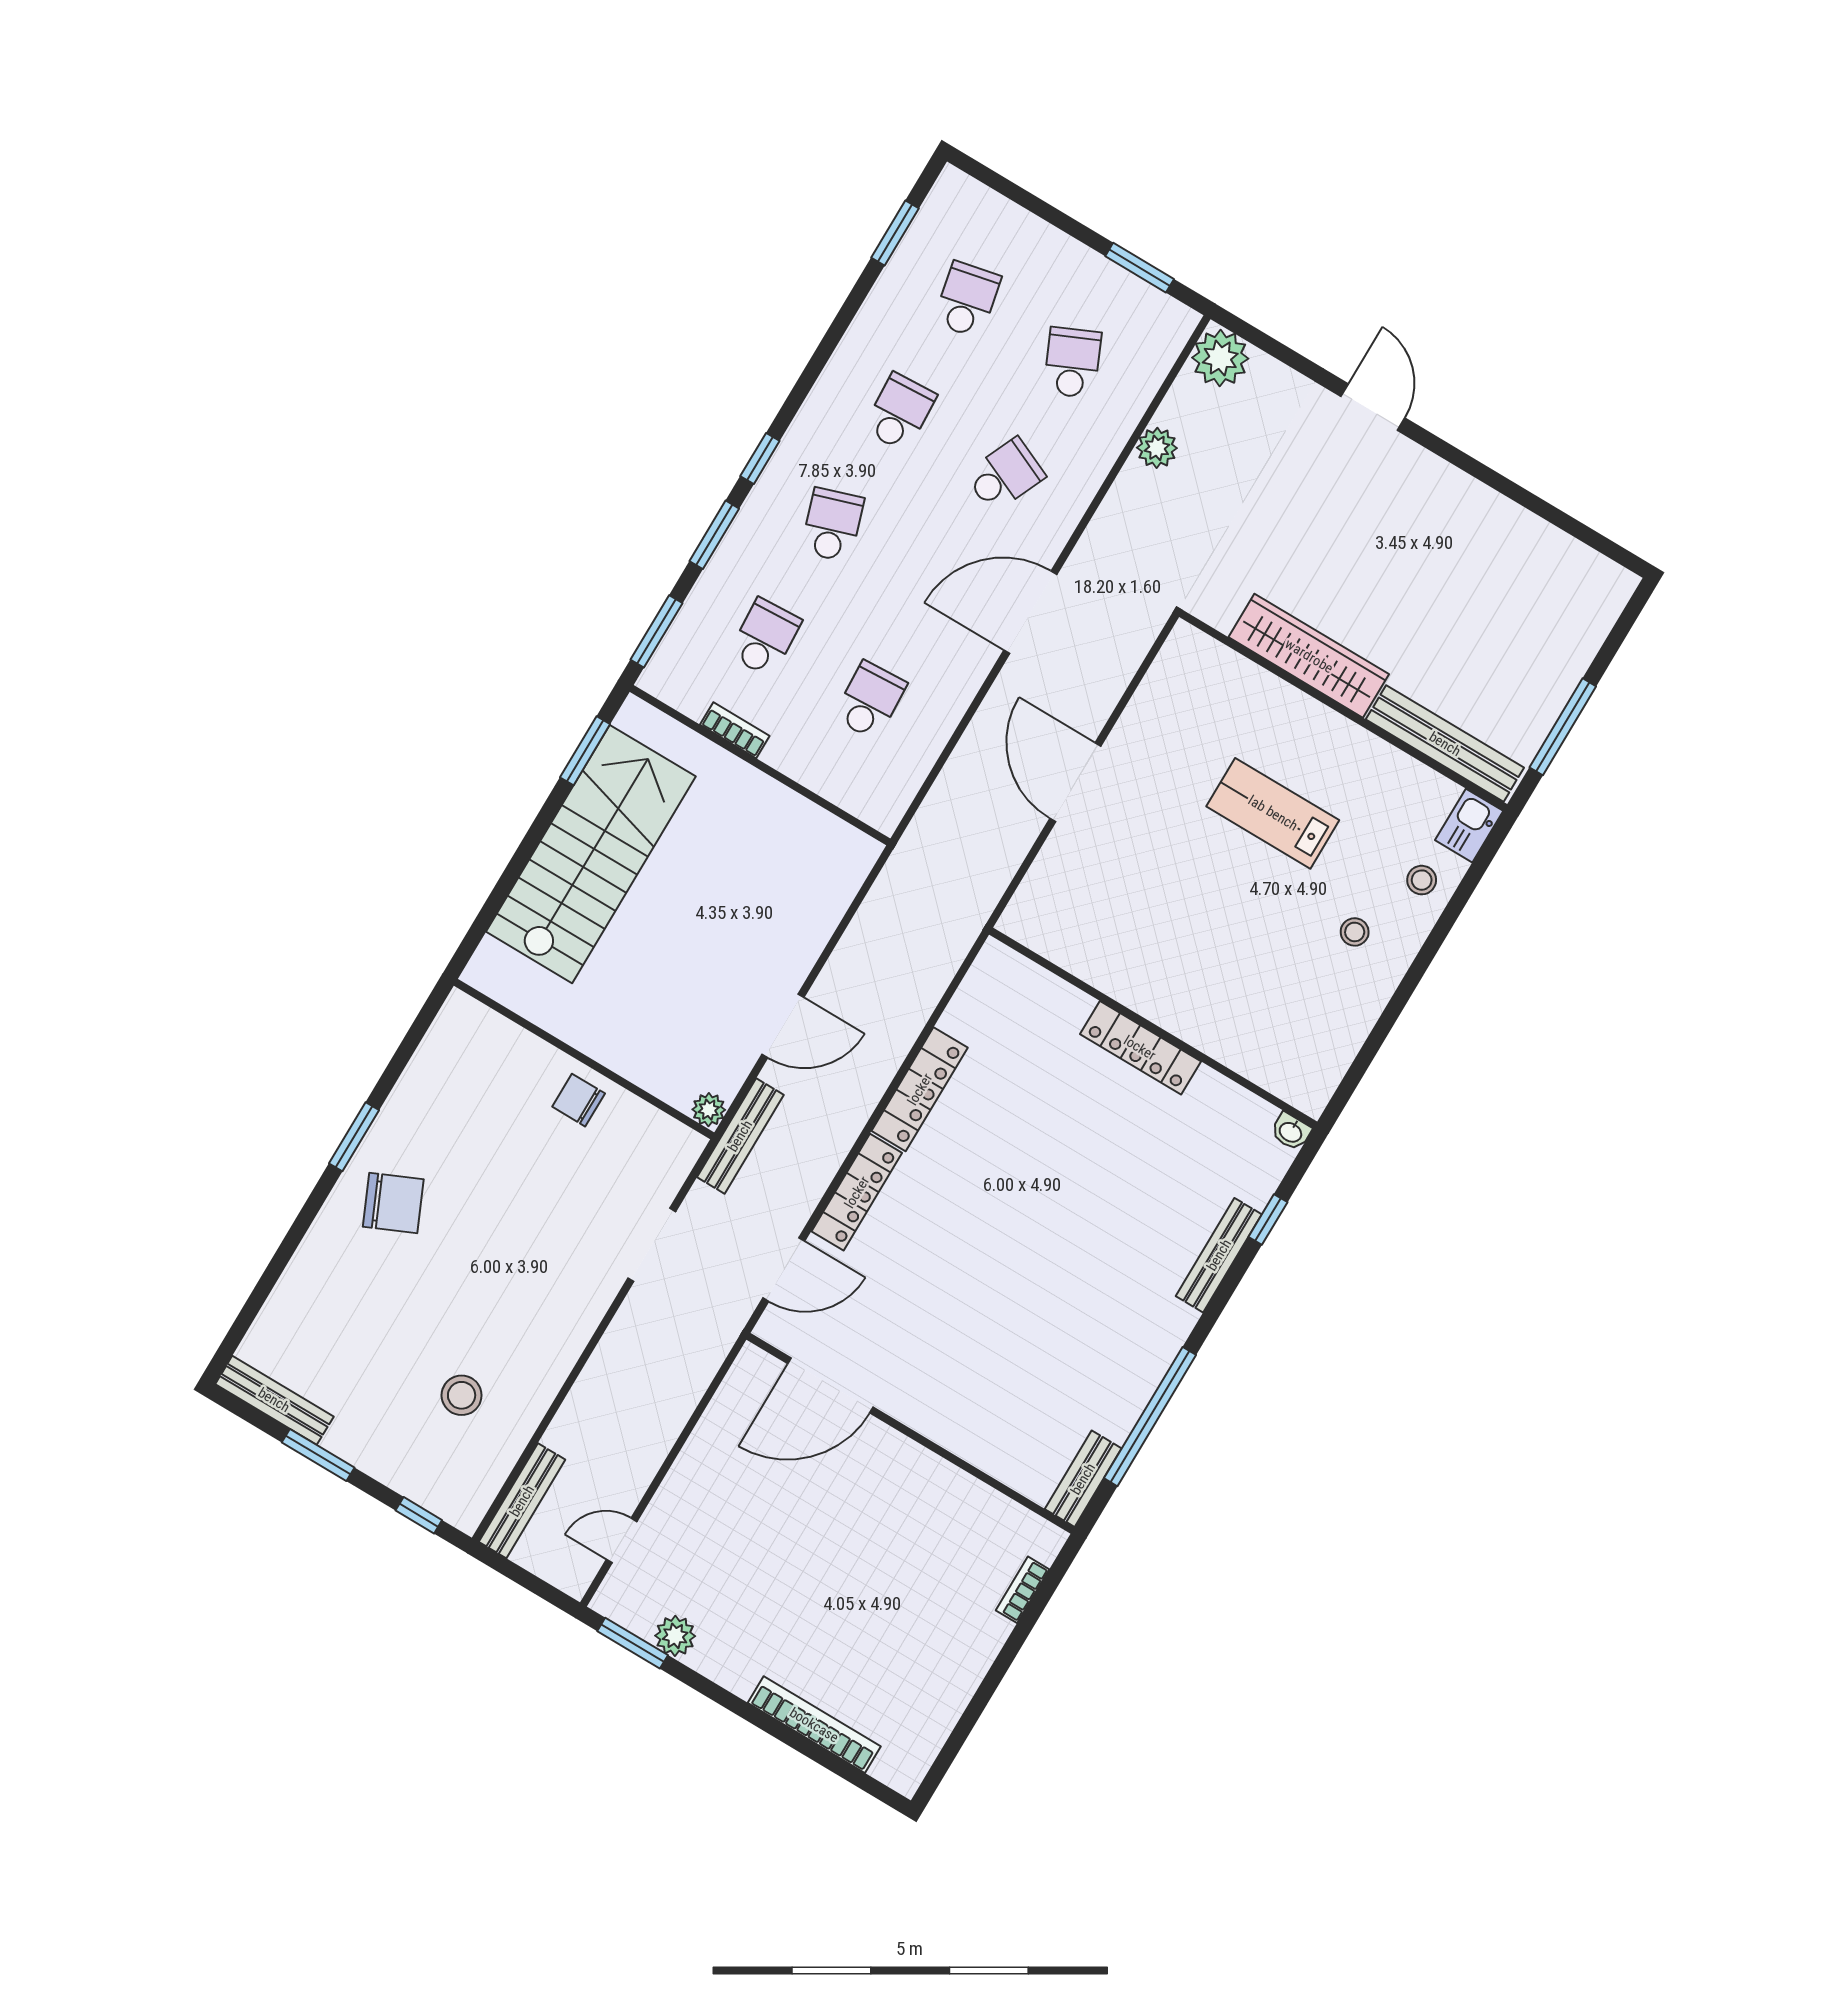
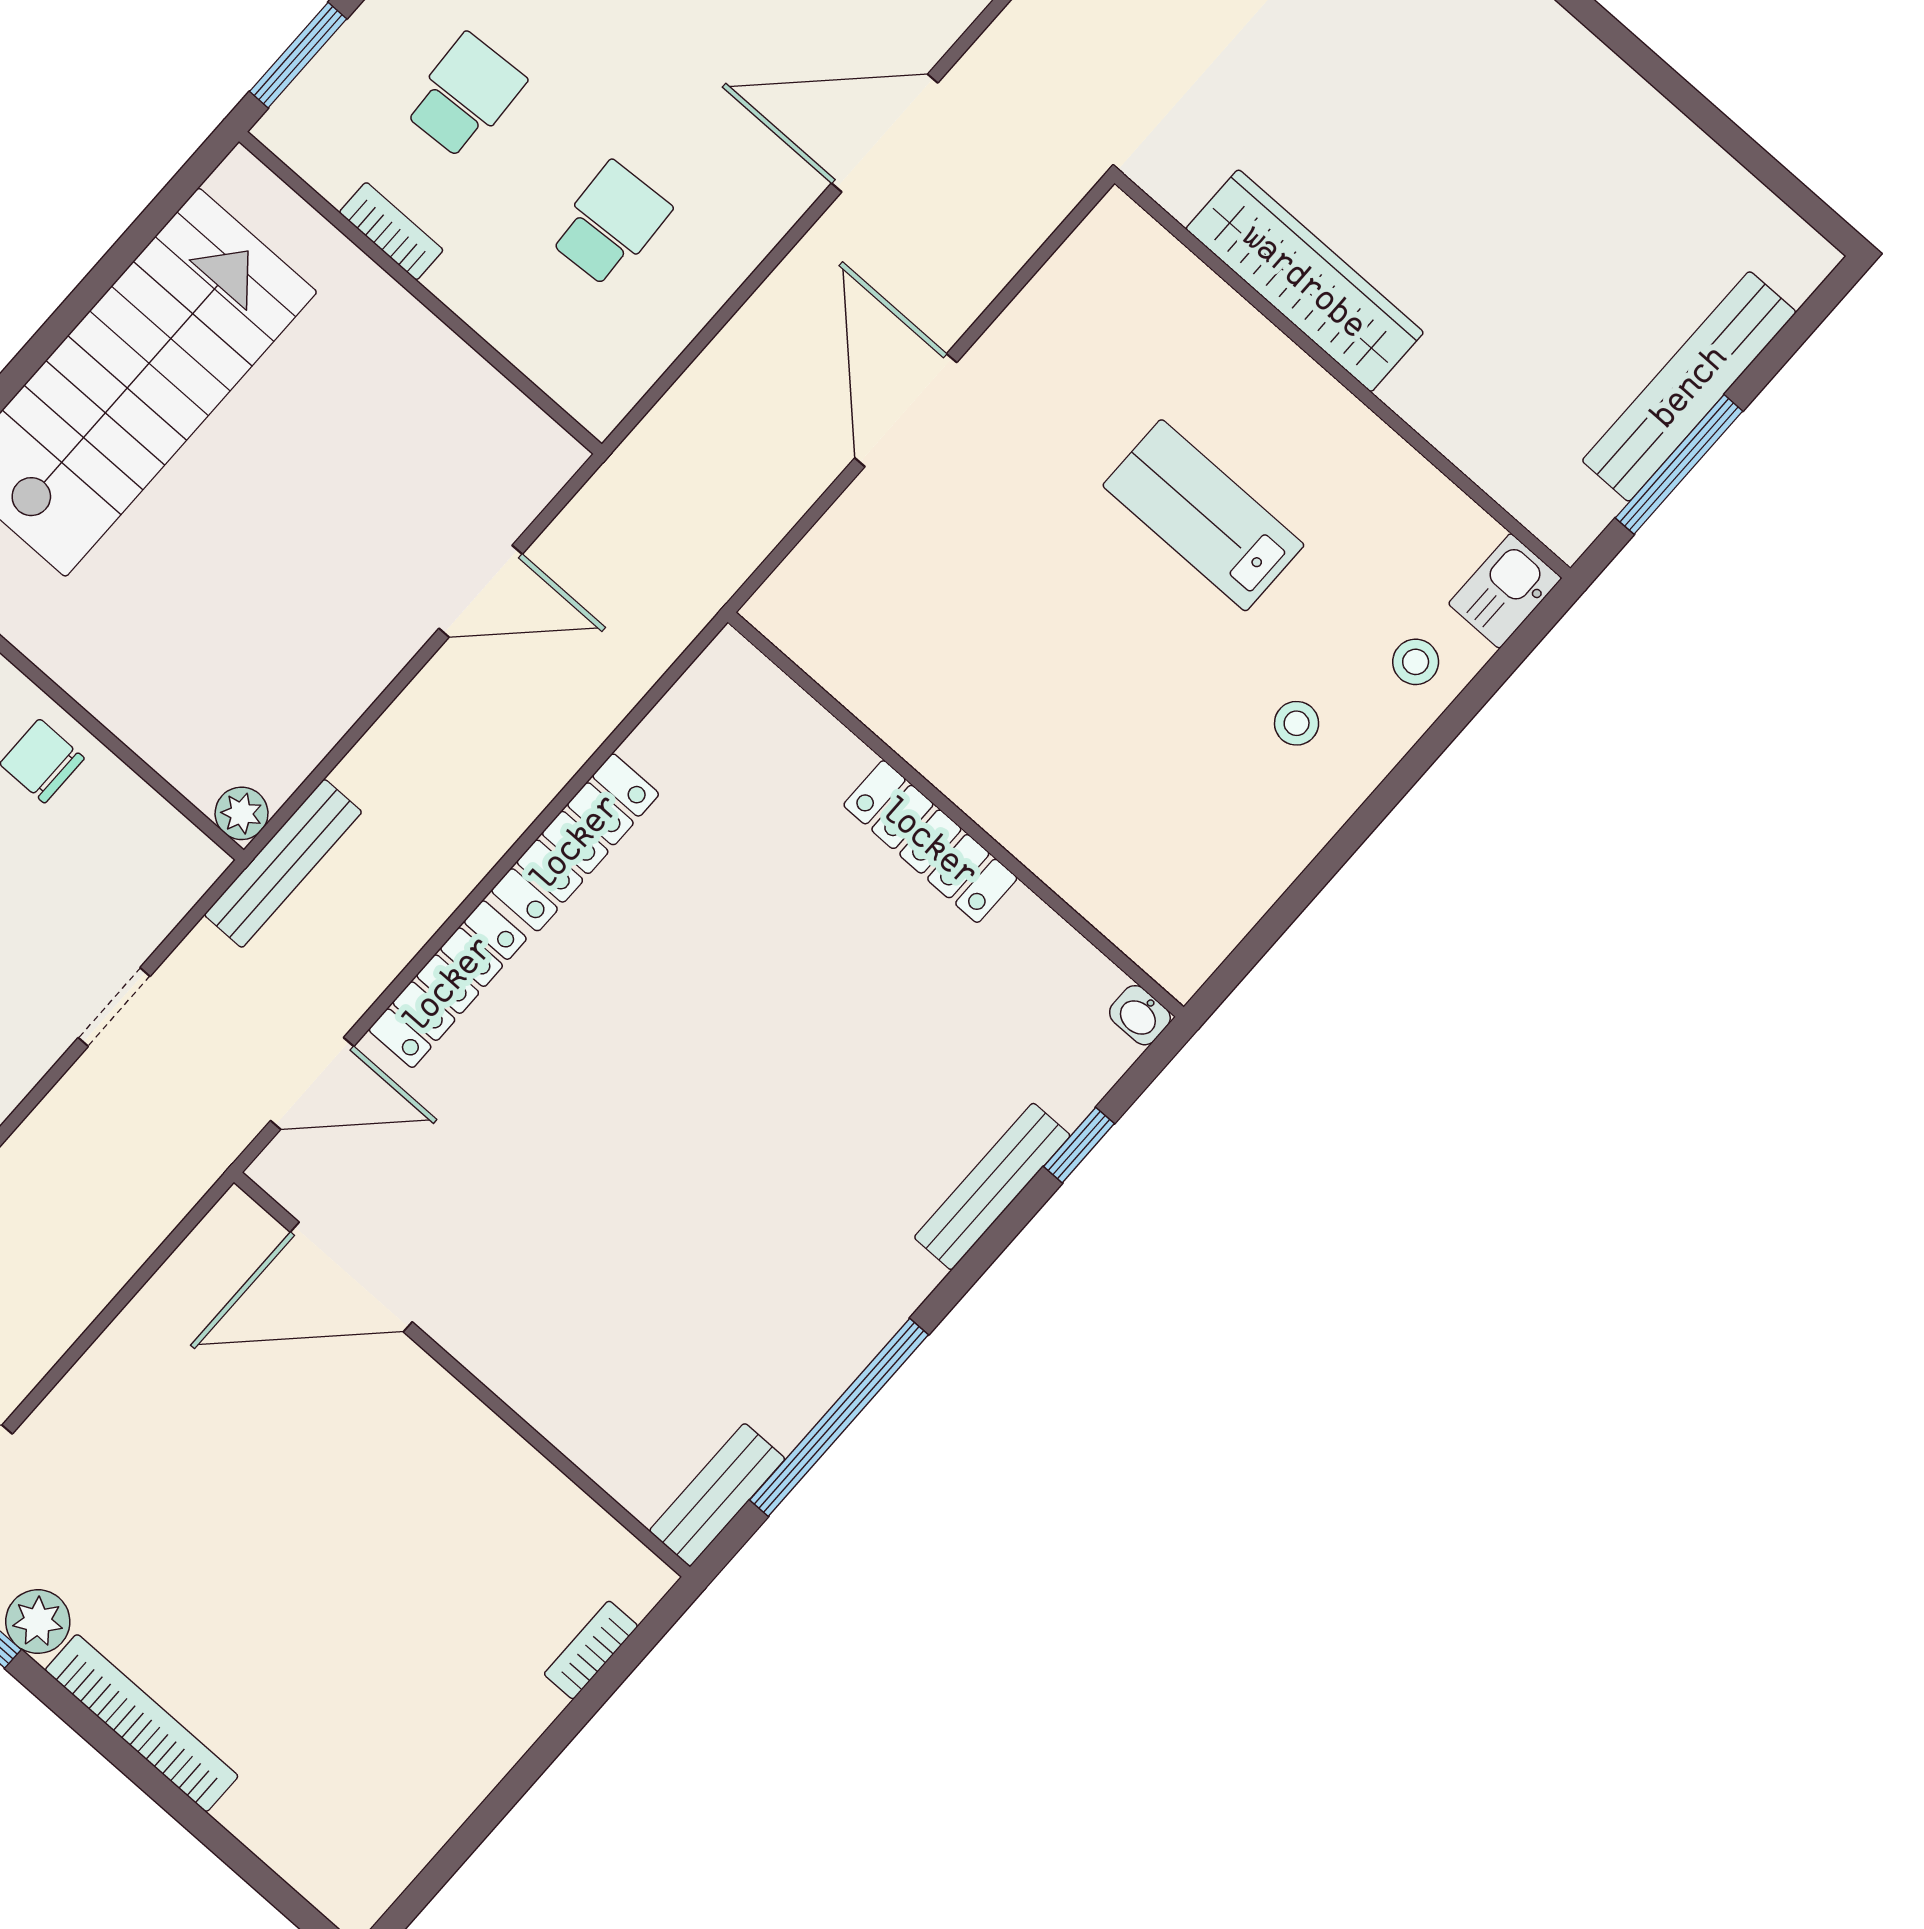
bench: (1445, 744) -> (1689, 386), moved, turned 90
window: (585, 751) -> (153, 220), removed
door: (783, 1026) -> (481, 591), moved
doorway: (652, 1245) -> (114, 1007), width x0.73
bookcase: (814, 1725) -> (142, 1723), moved

